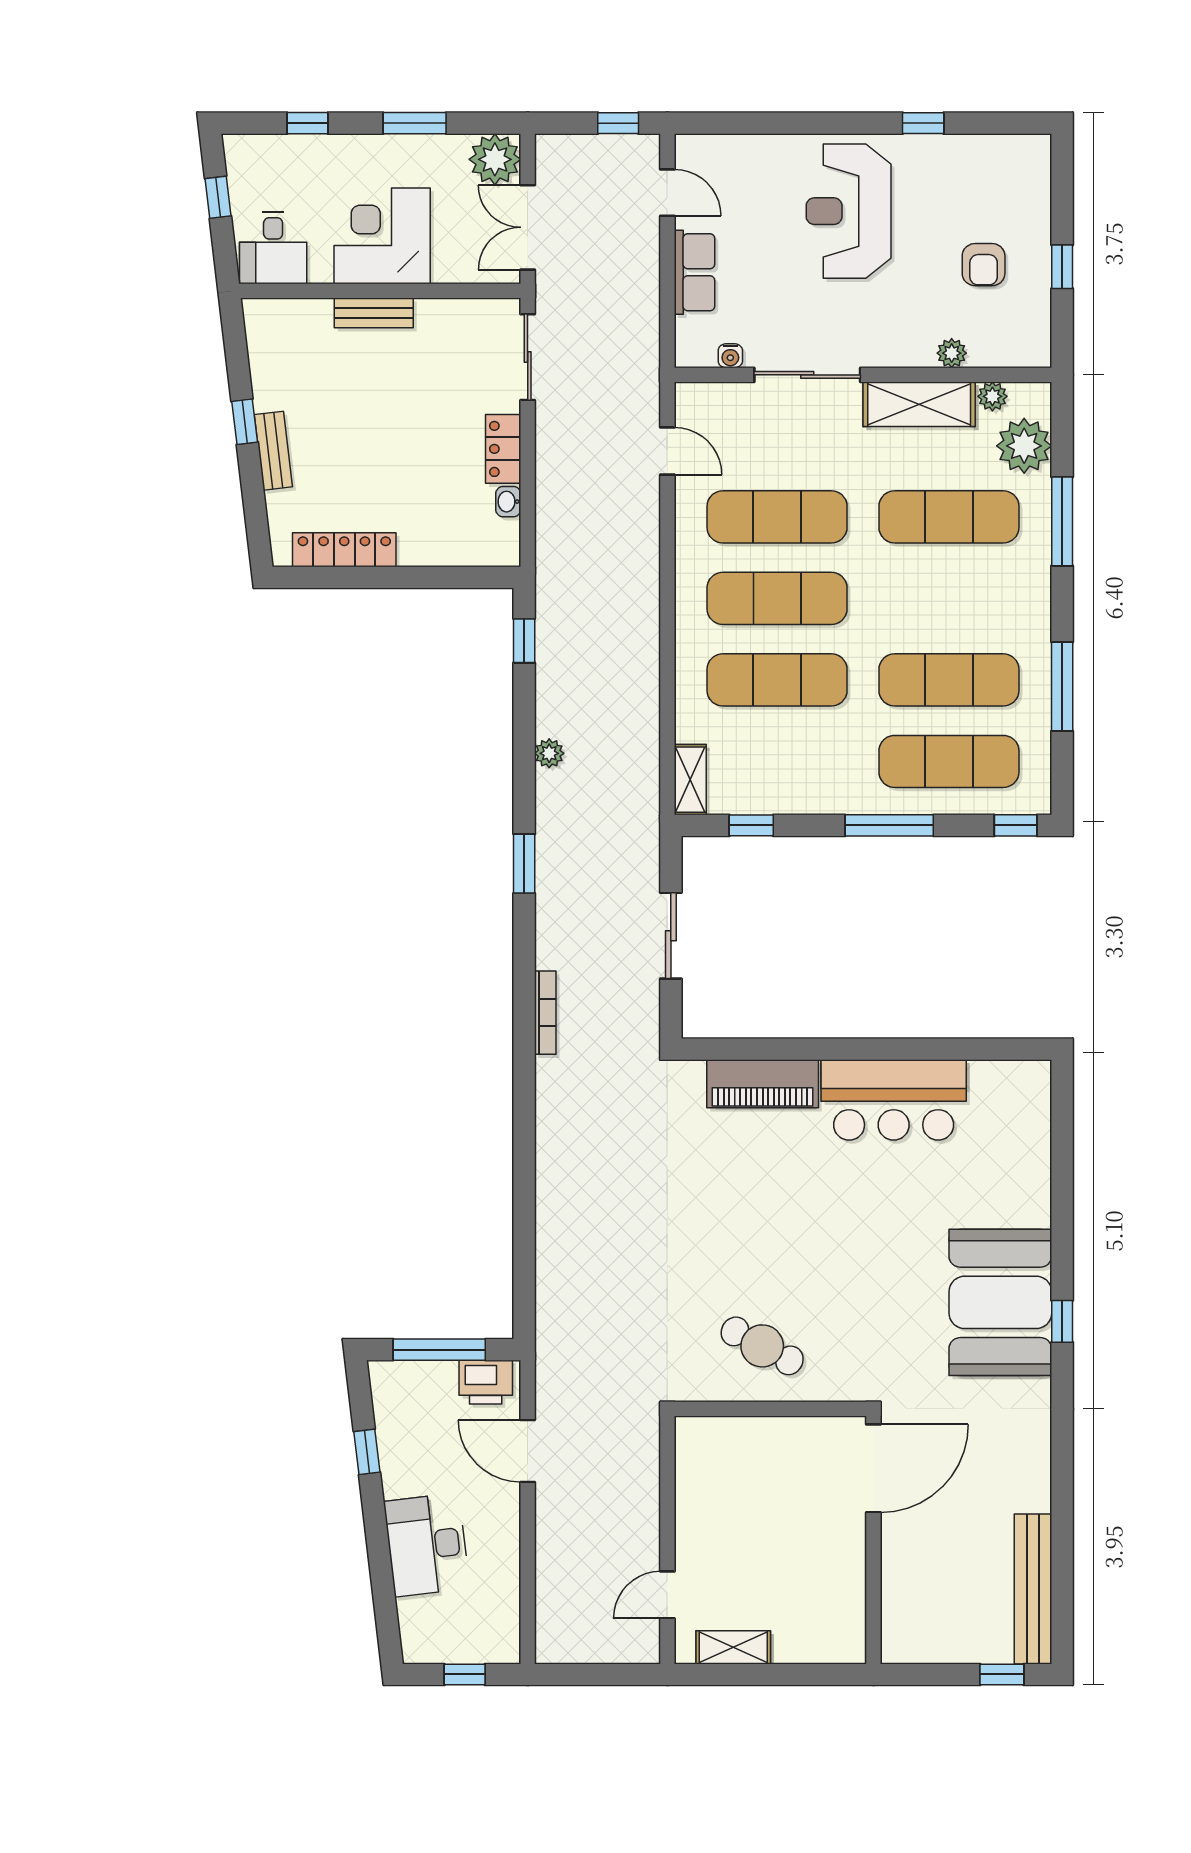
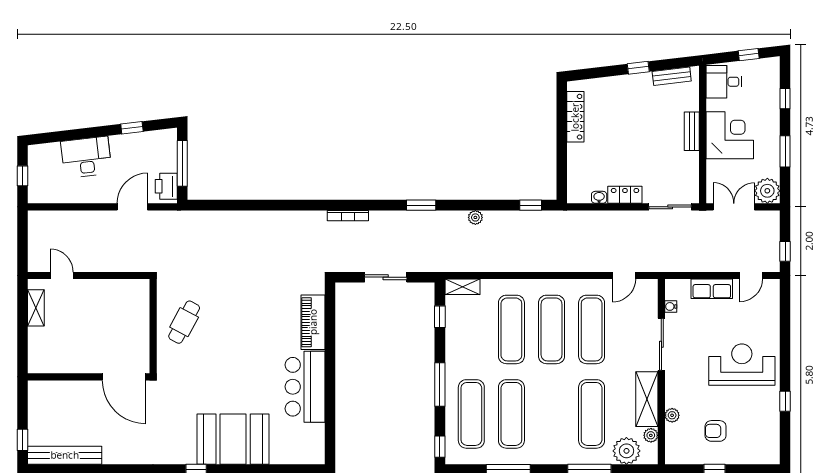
bench: (273, 451) -> (672, 76), moved
booth: (1000, 1302) -> (233, 439), moved

